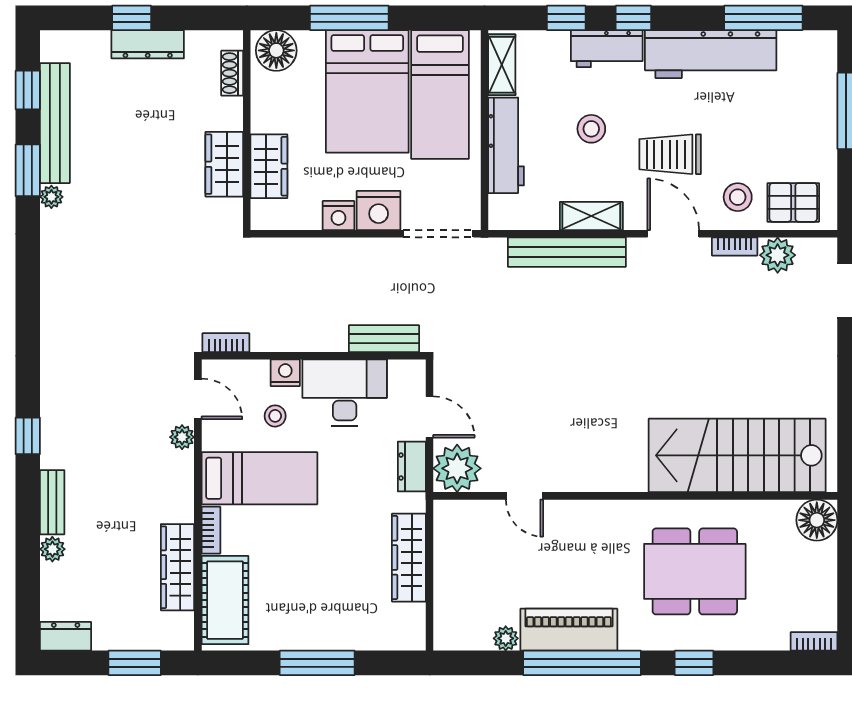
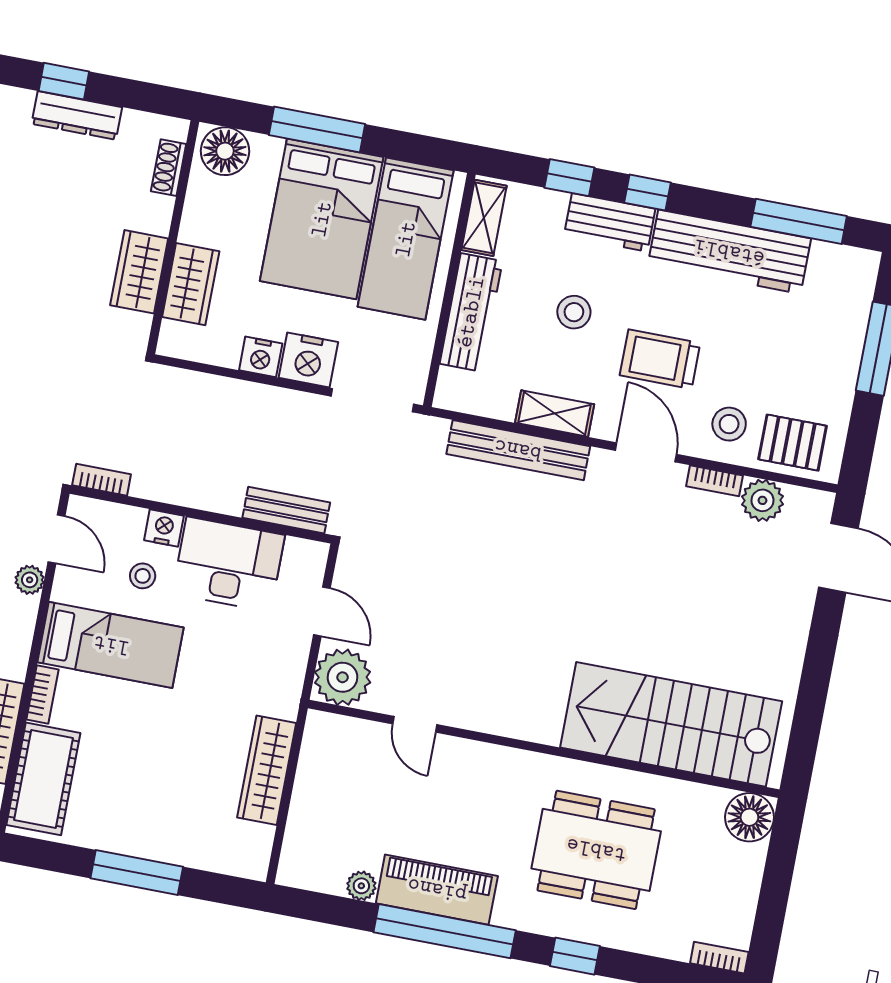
dresser: (412, 466) -> (290, 665), removed

